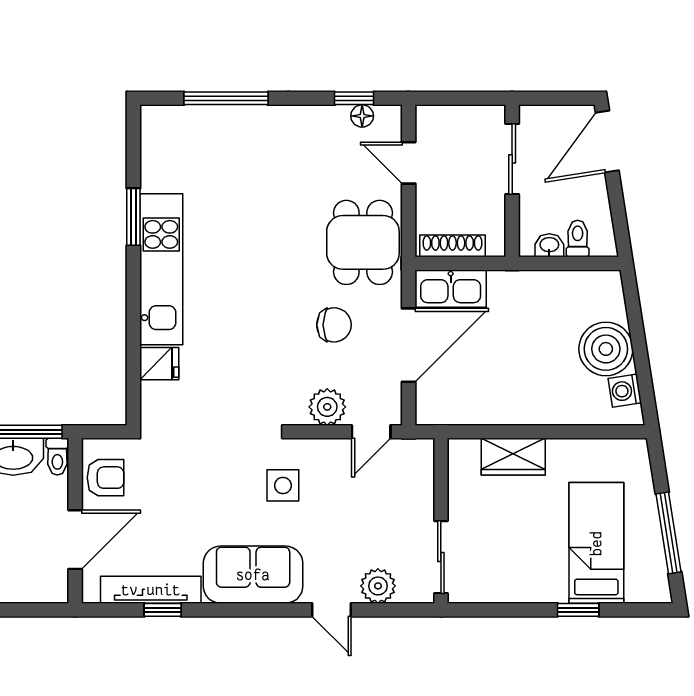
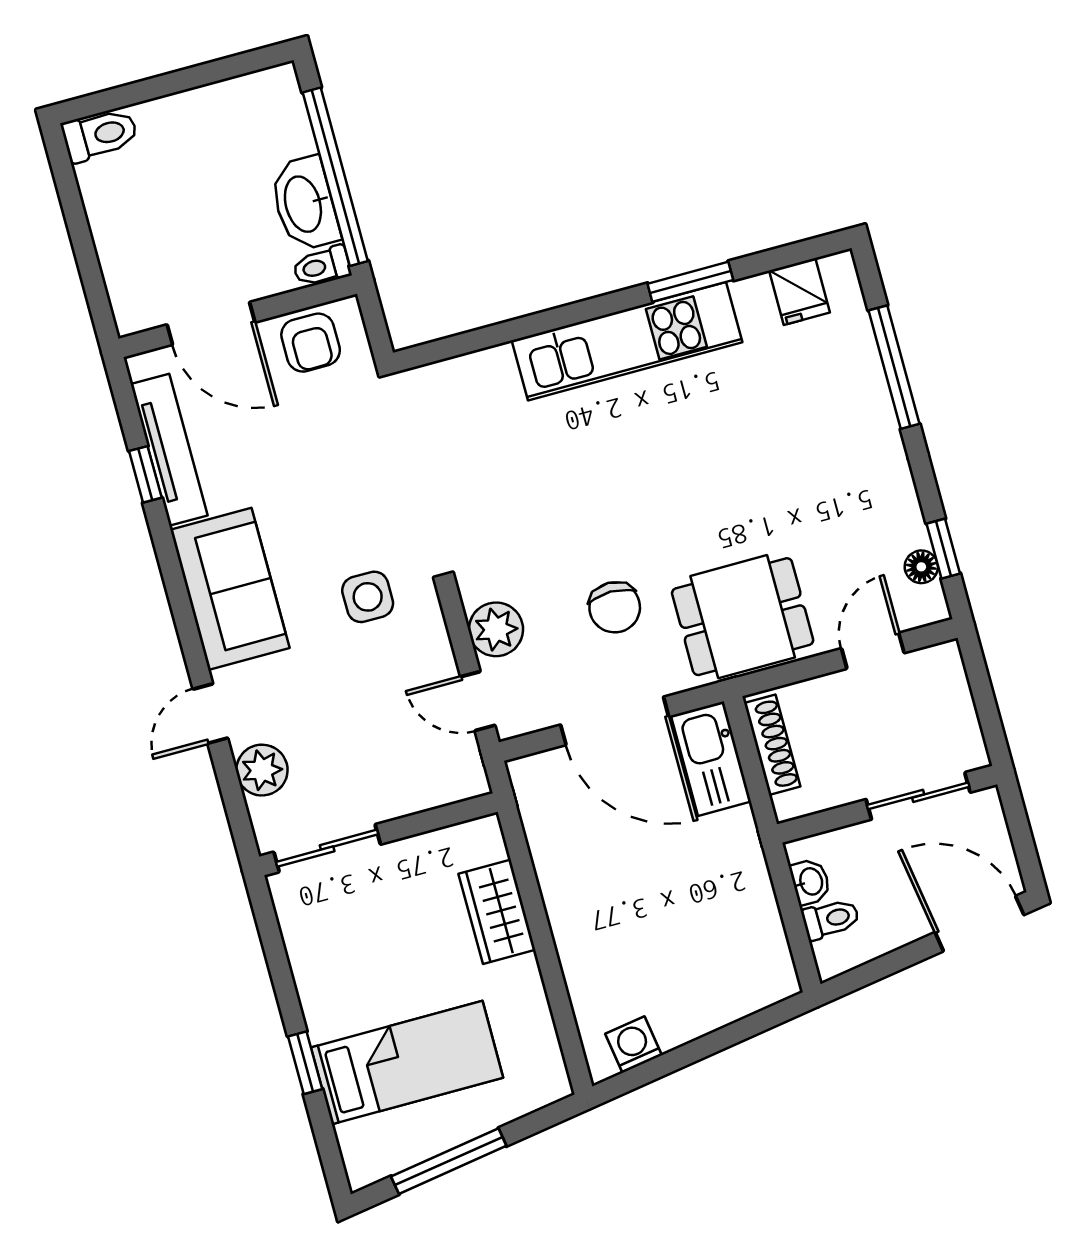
boiler: (606, 349) -> (685, 1002), removed
fridge: (159, 364) -> (799, 291), moved

